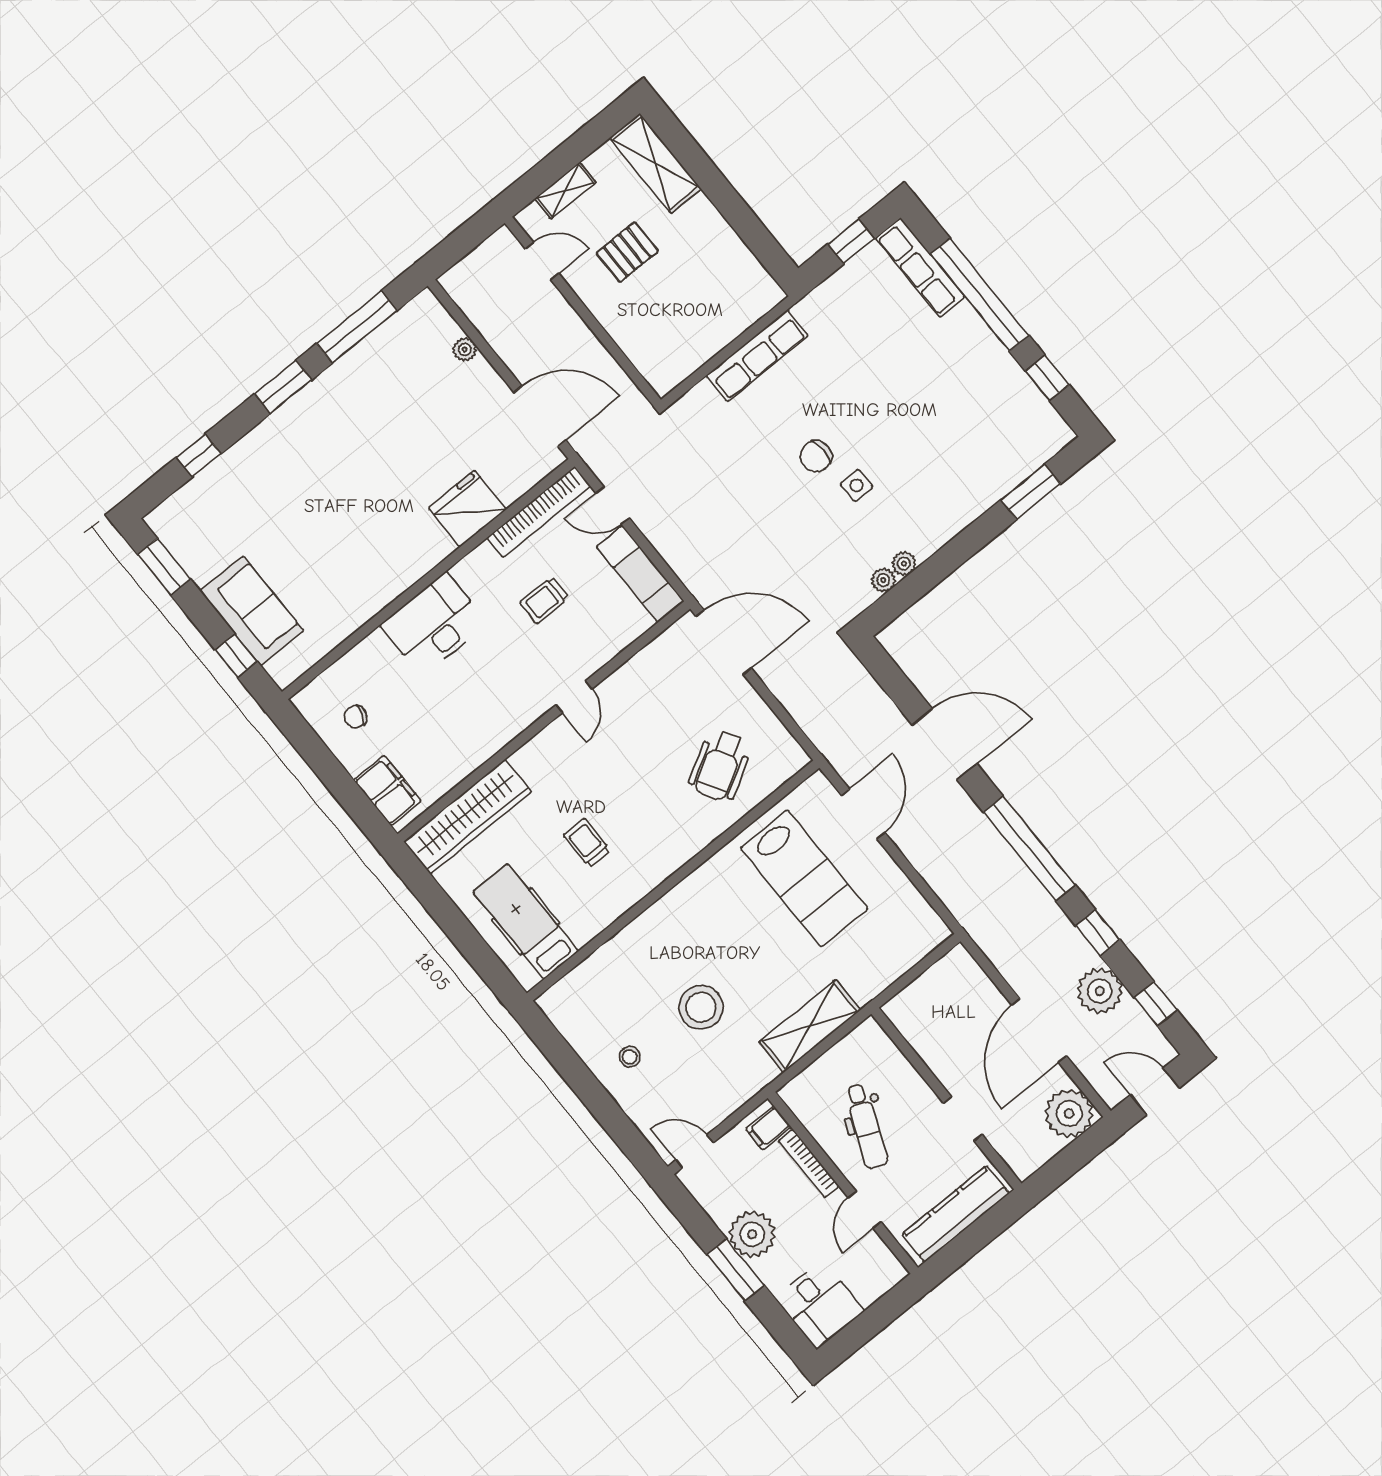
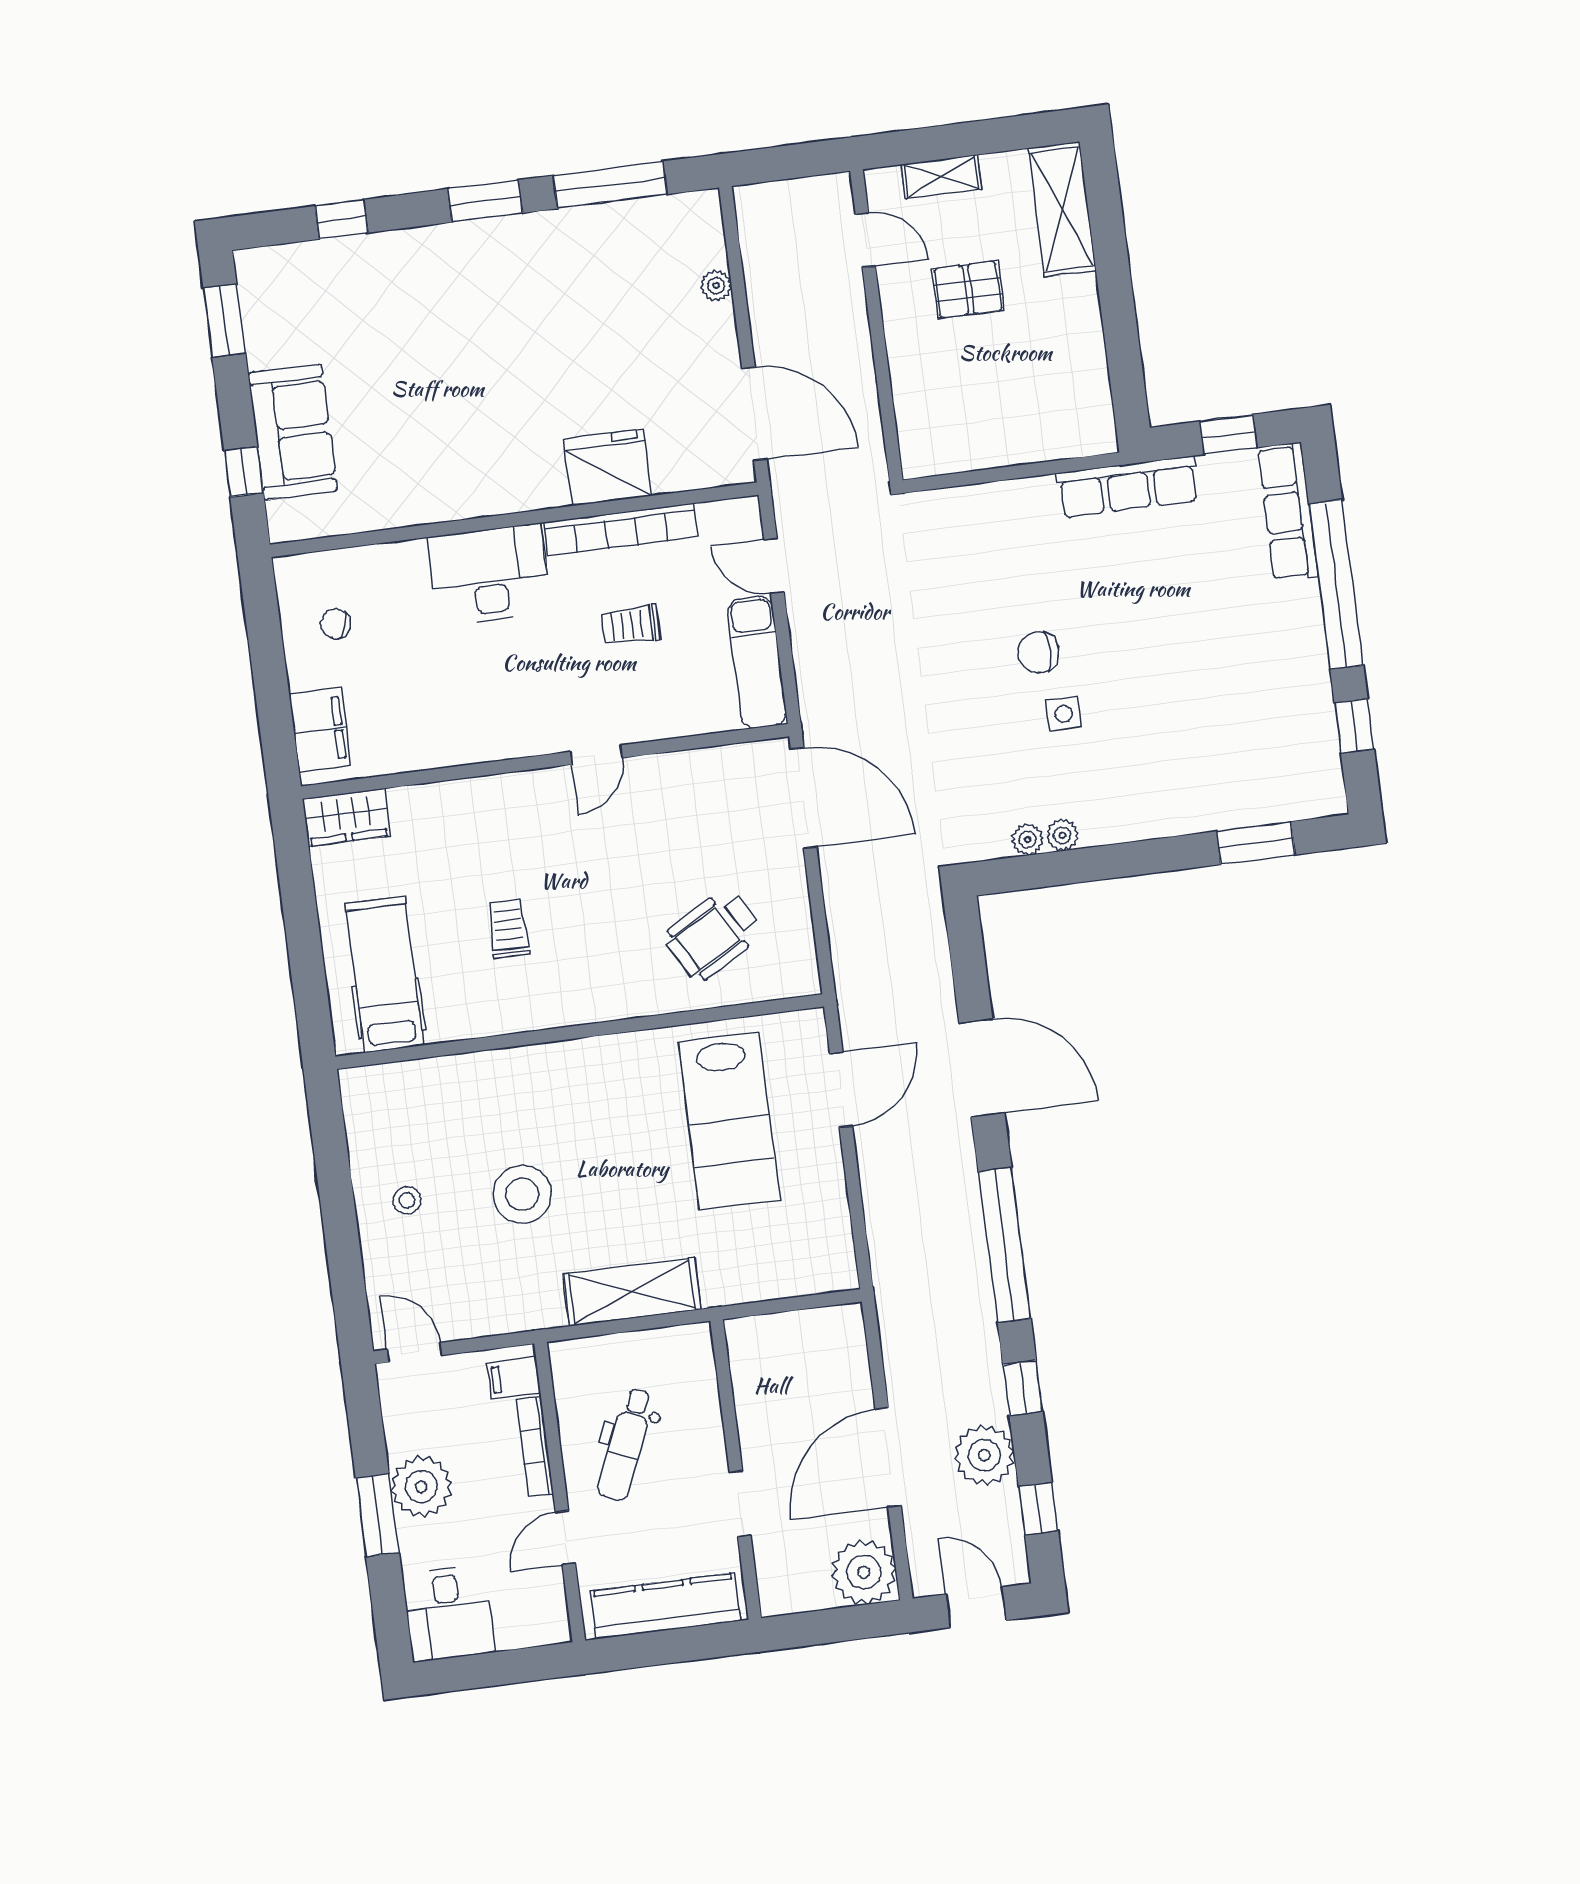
row of seats: (757, 356) -> (1128, 487), moved
bookcase: (539, 512) -> (621, 530), moved
wardrobe: (468, 817) -> (346, 817), width x0.48, depth x0.85

